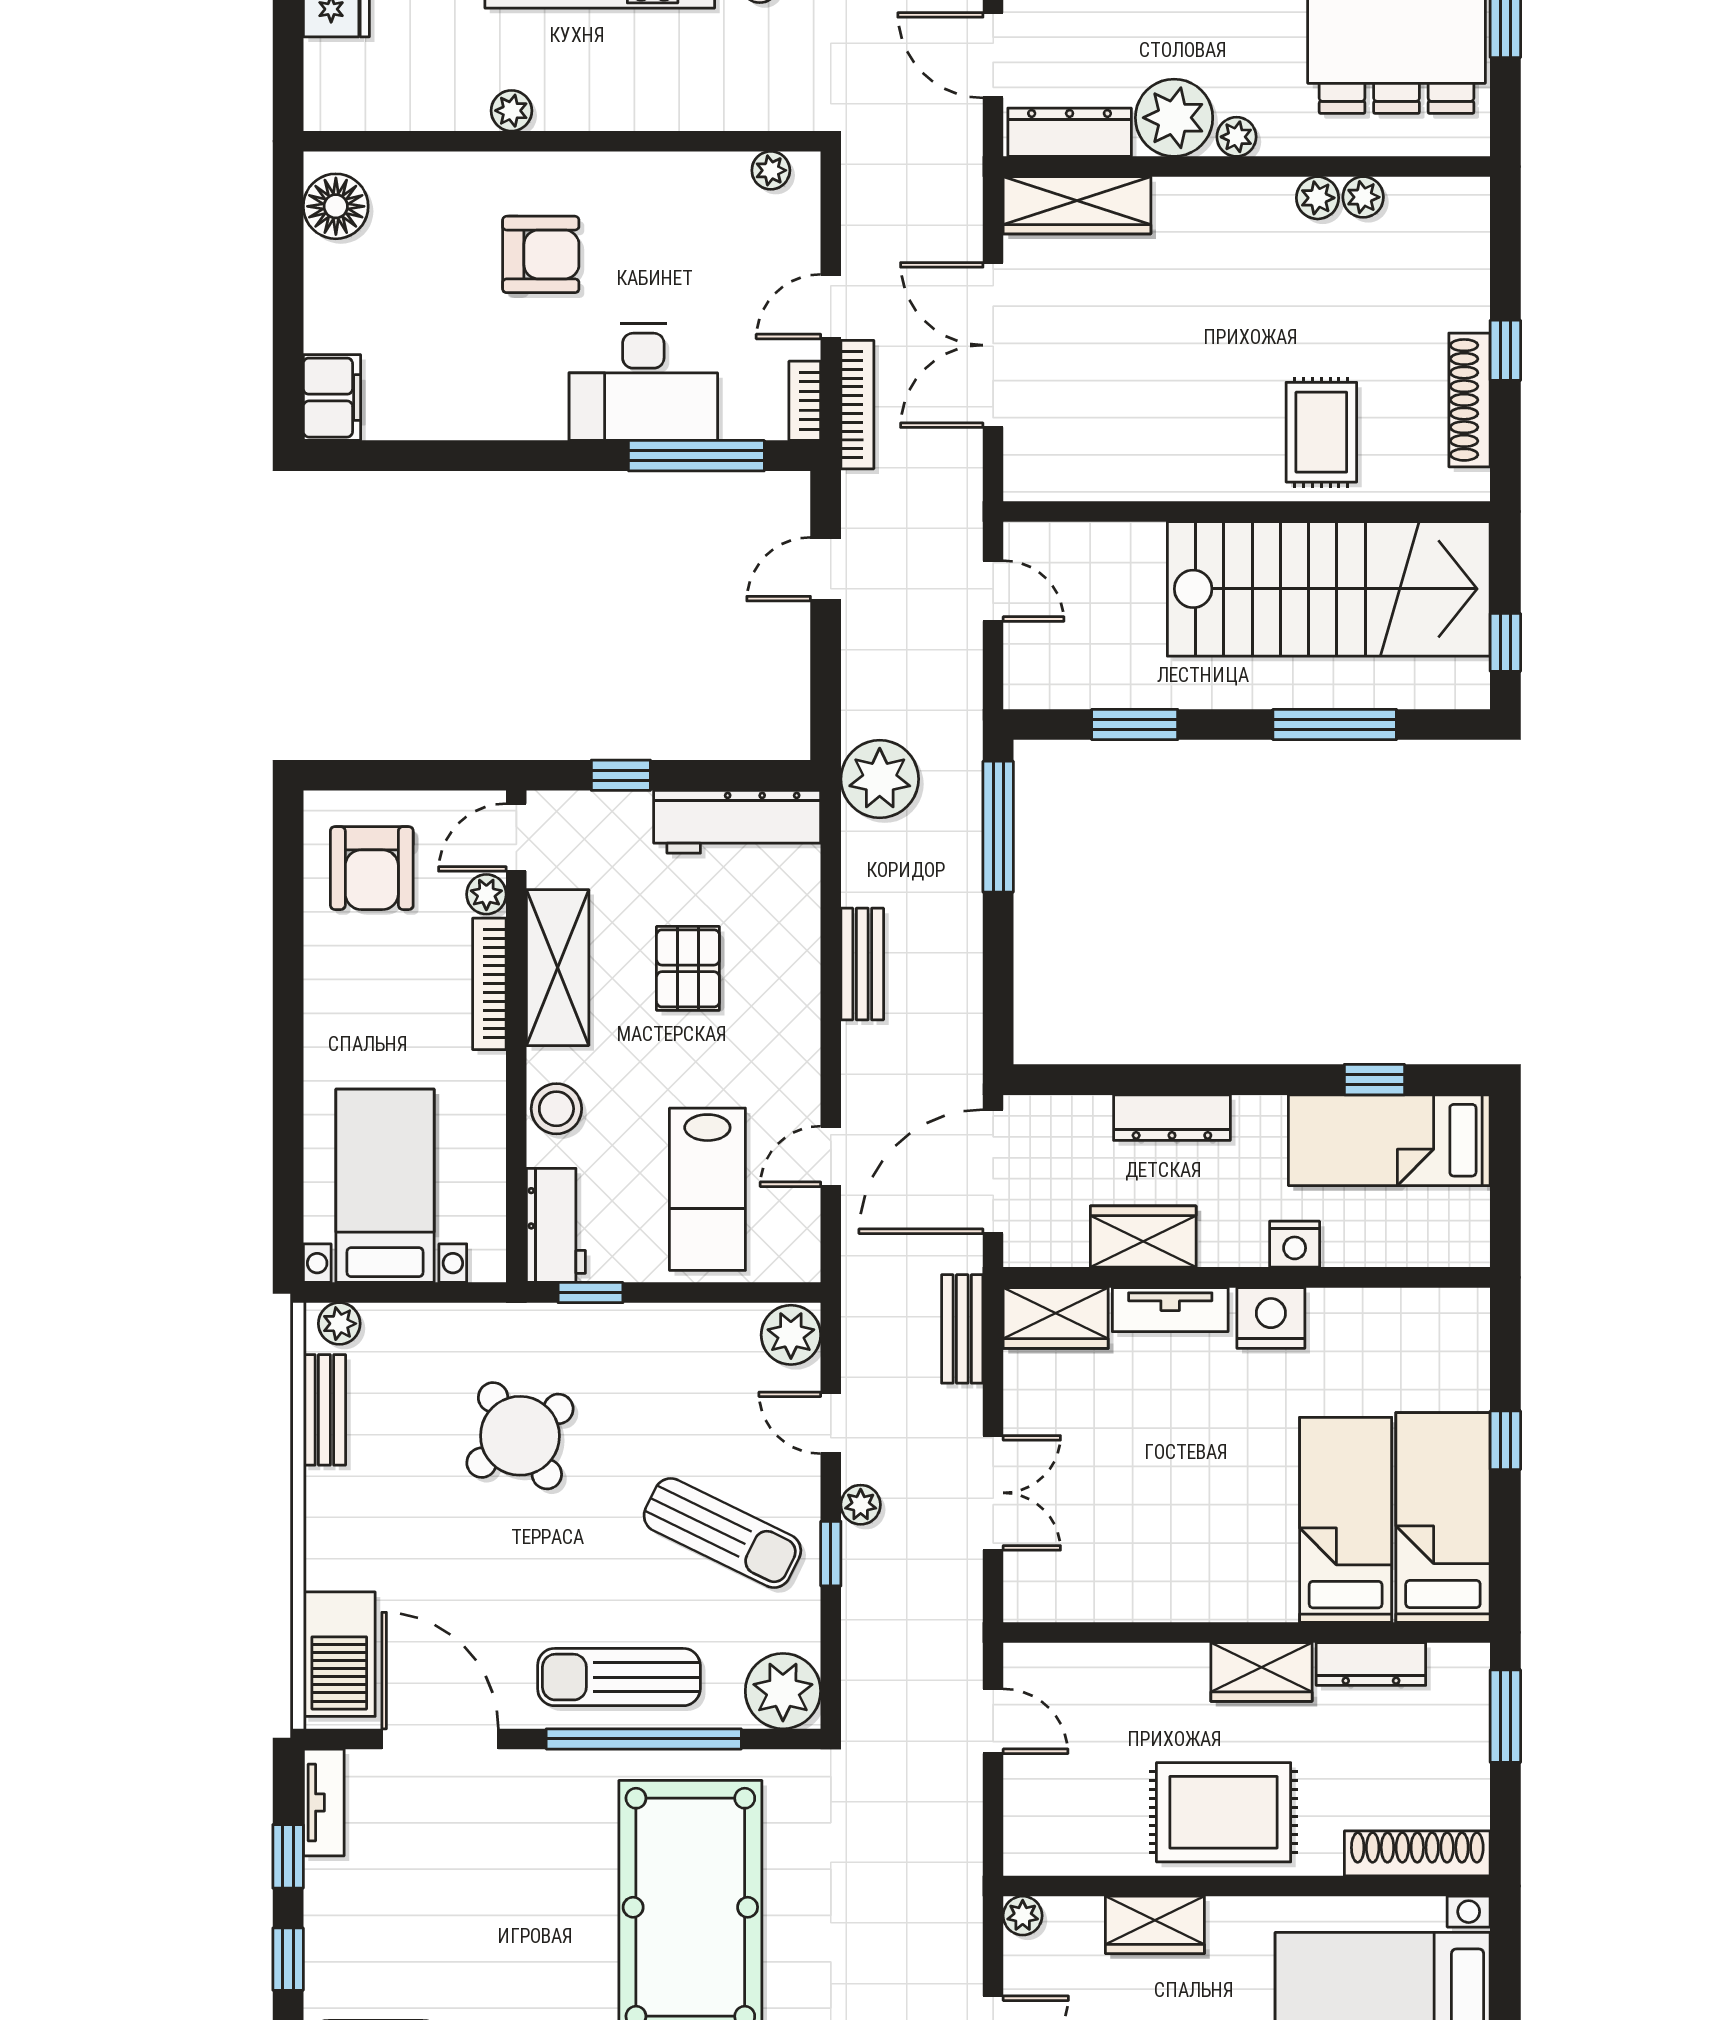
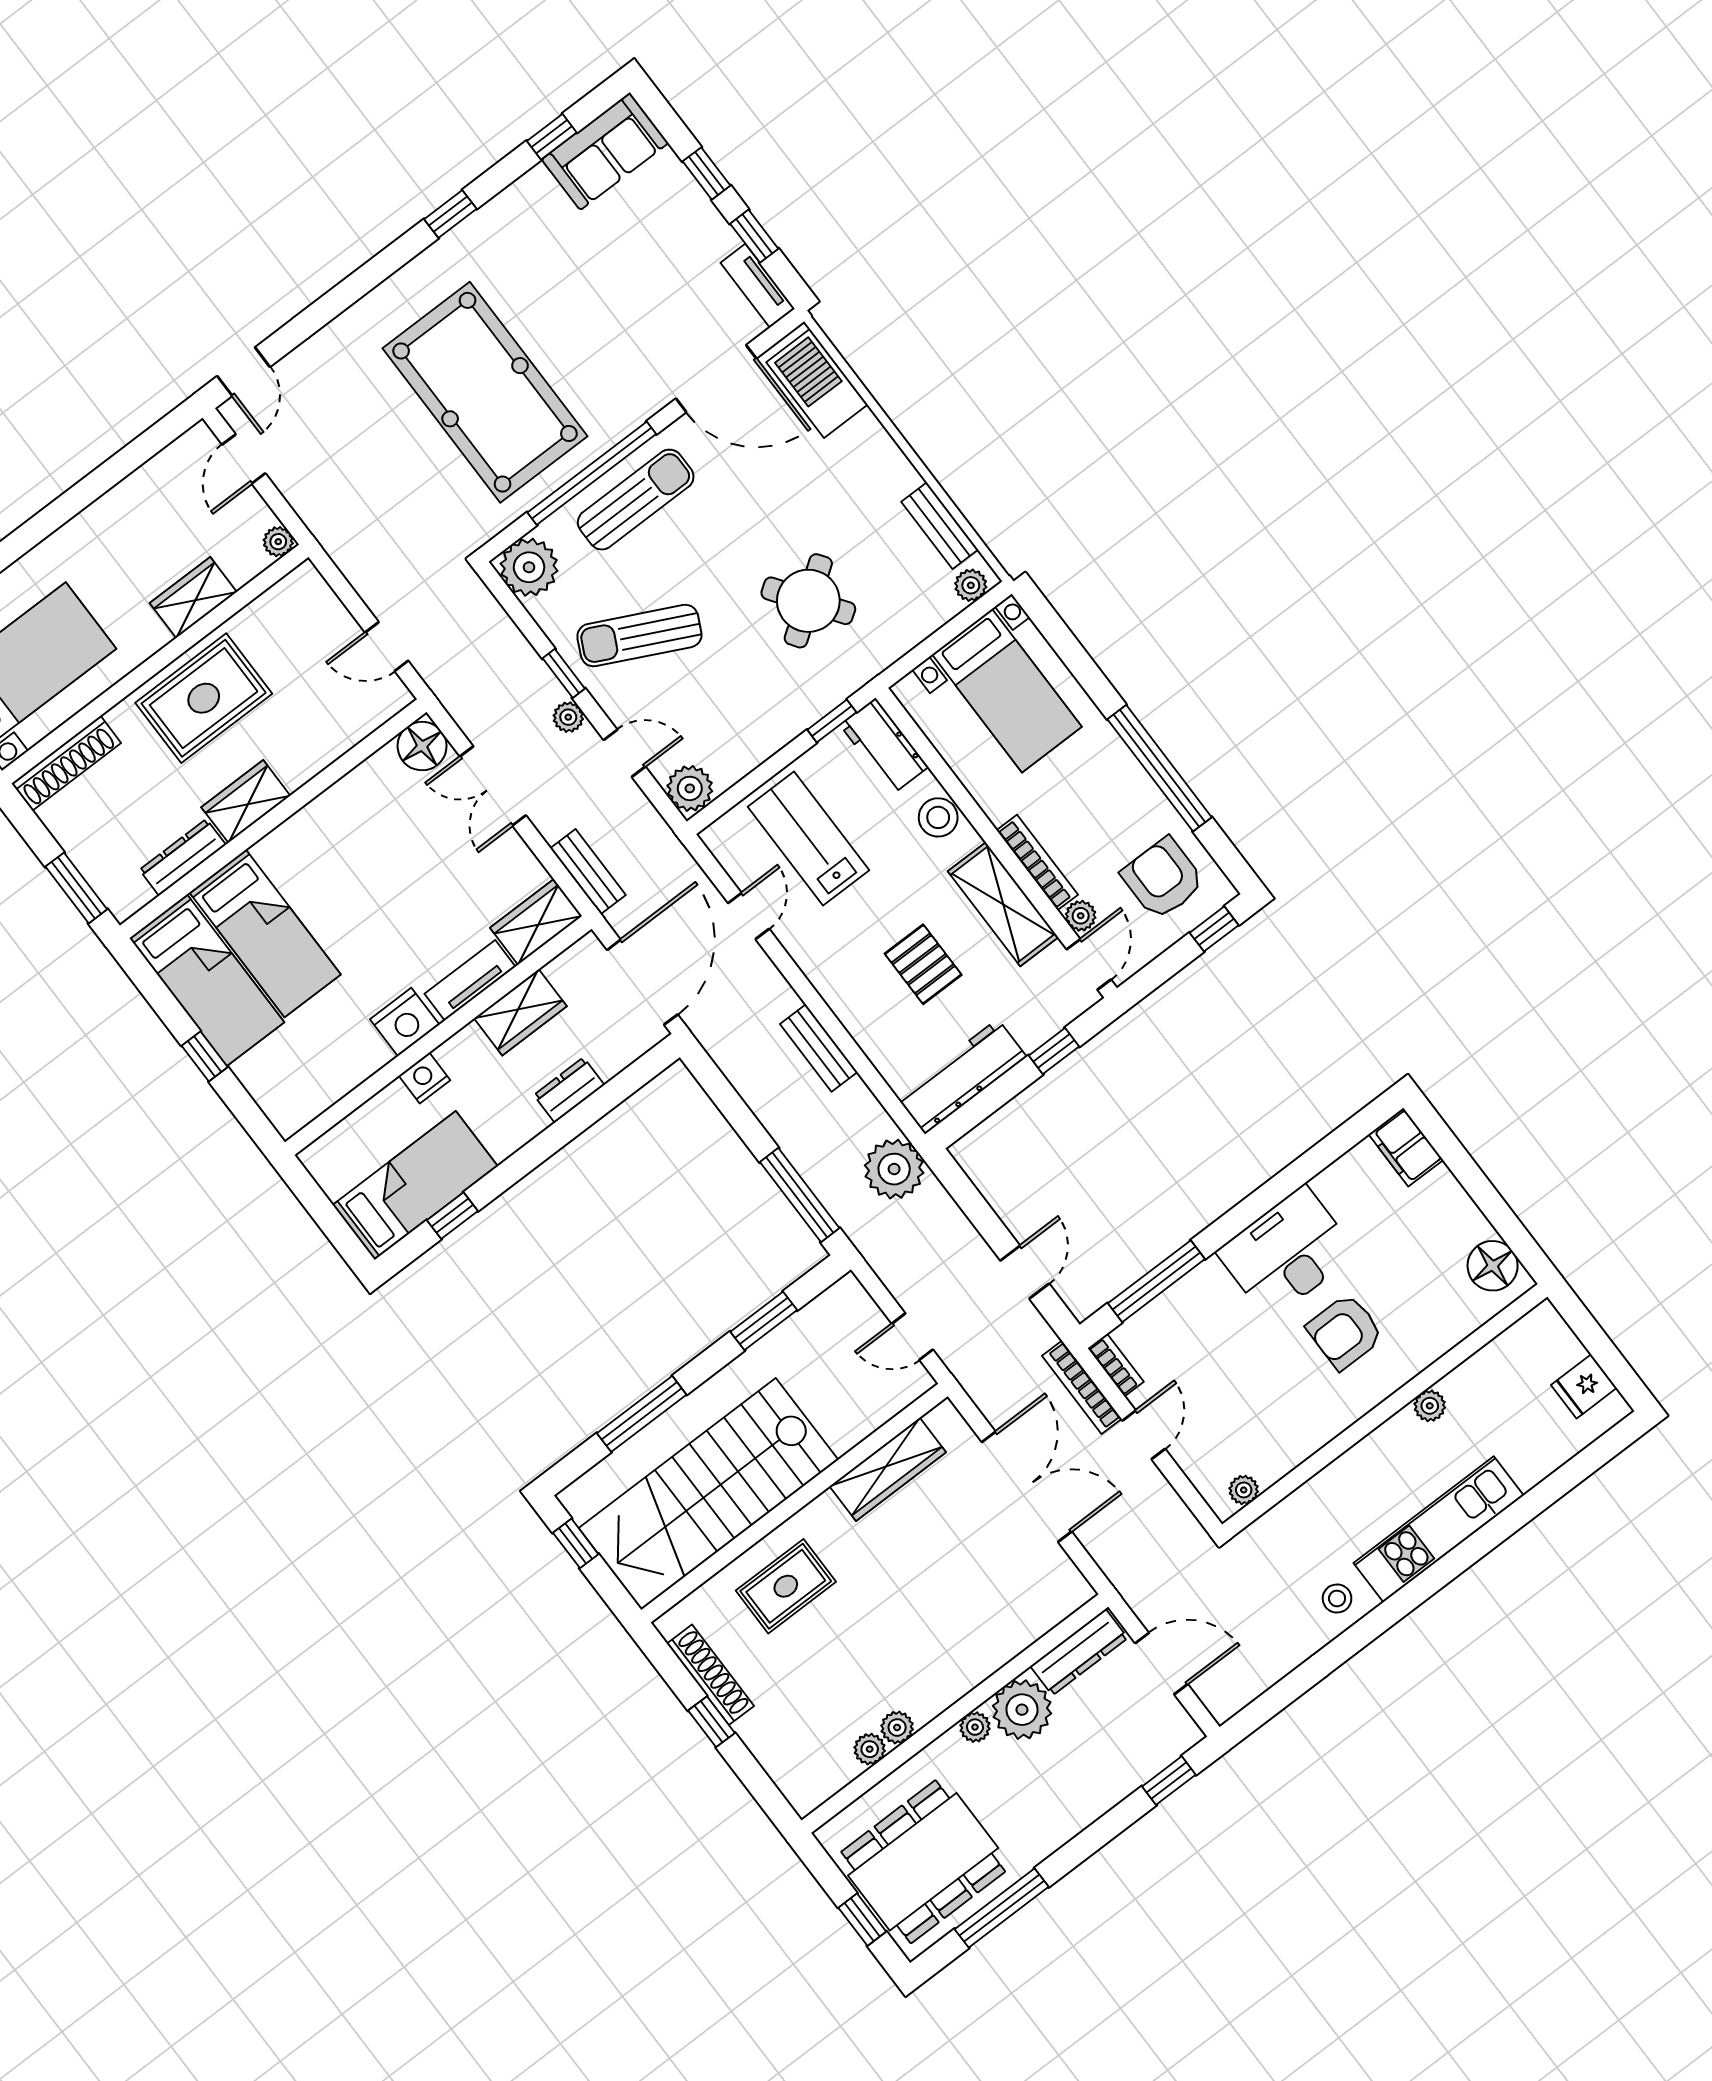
wardrobe: (1077, 205) -> (888, 1469), moved, turned 180
desk: (643, 382) -> (1287, 1253), moved
rug: (1321, 432) -> (786, 1586), turned 90
window: (358, 775) -> (1214, 929), added
window: (288, 985) -> (1160, 768), added
dresser: (1172, 1118) -> (569, 1090), width x0.70
floor lamp: (1035, 1590) -> (422, 746), added

